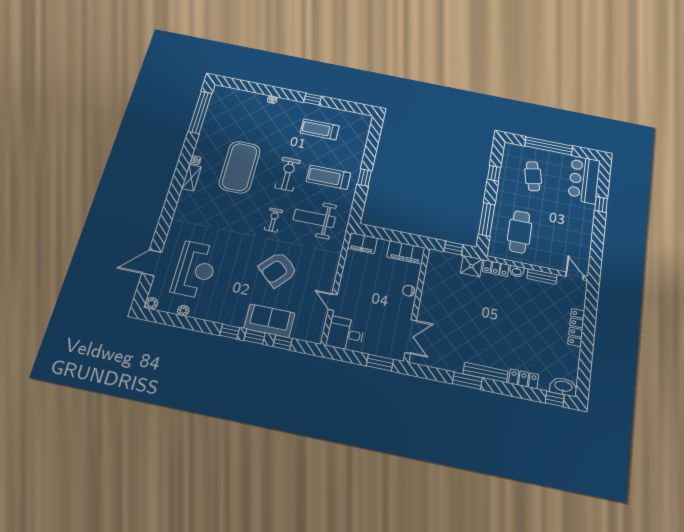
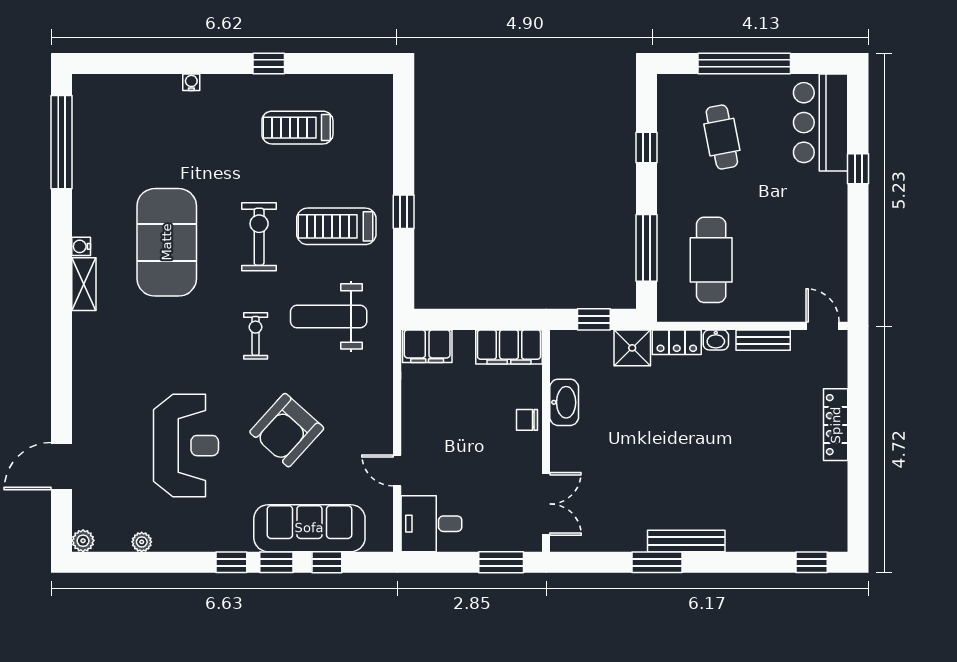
reception desk: (195, 270) -> (186, 446), moved
sofa: (269, 321) -> (309, 528), width x1.36
locker: (524, 379) -> (754, 538), removed
washbasin: (563, 387) -> (564, 402), moved, turned 90

